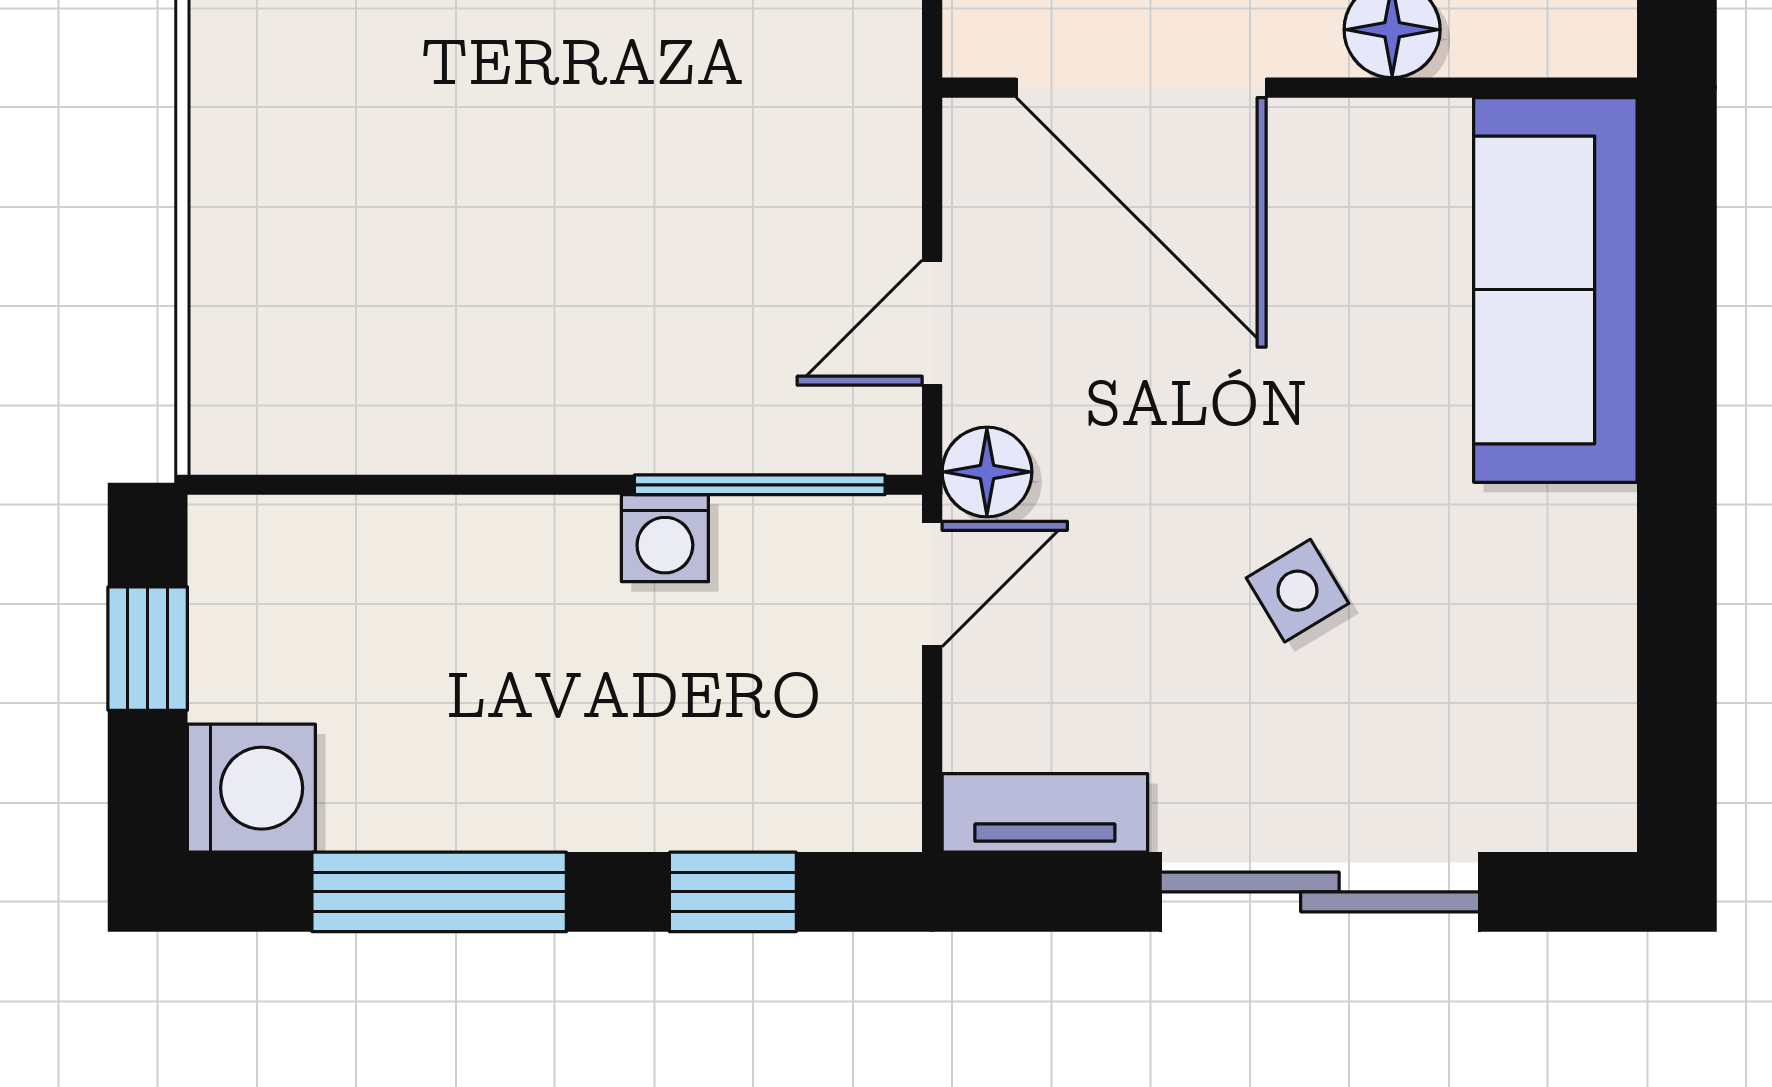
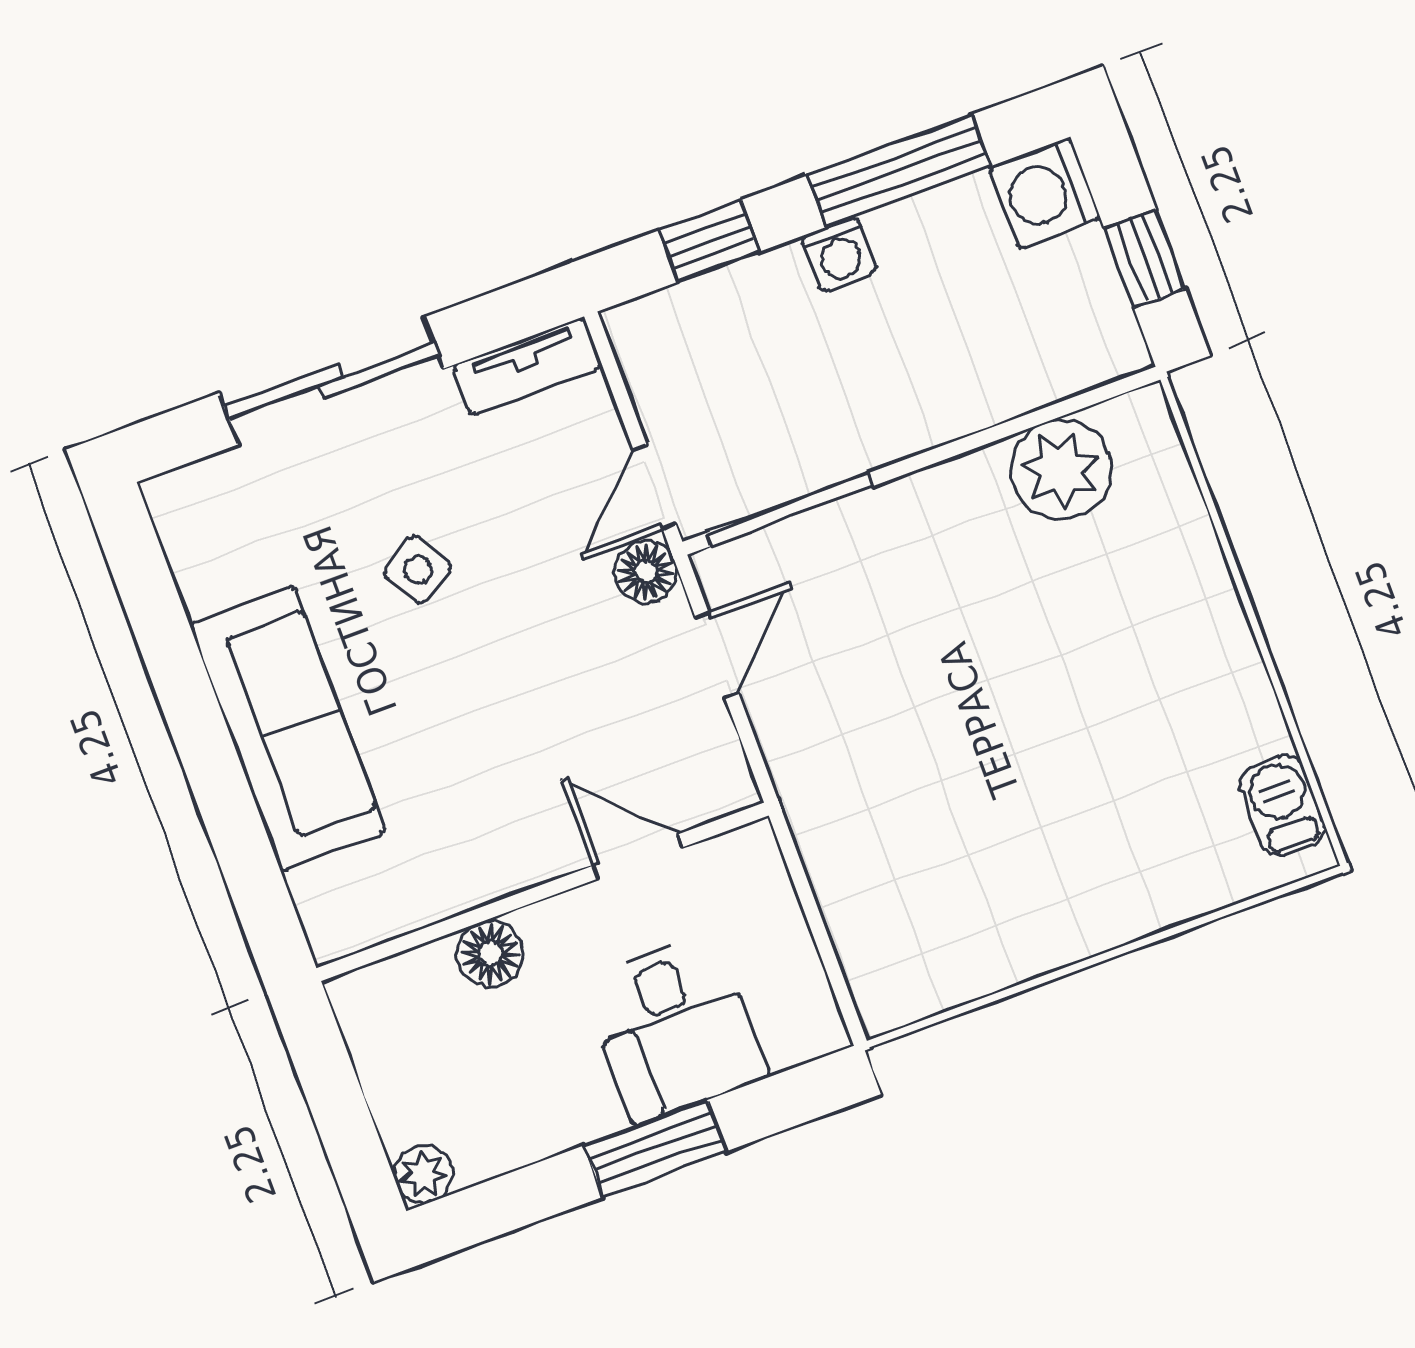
door: (1141, 88) -> (638, 856), width x0.53
sofa: (1555, 290) -> (288, 729), moved
plant: (368, 402) -> (1061, 470), added
washing machine: (665, 538) -> (839, 254), moved, turned 180

